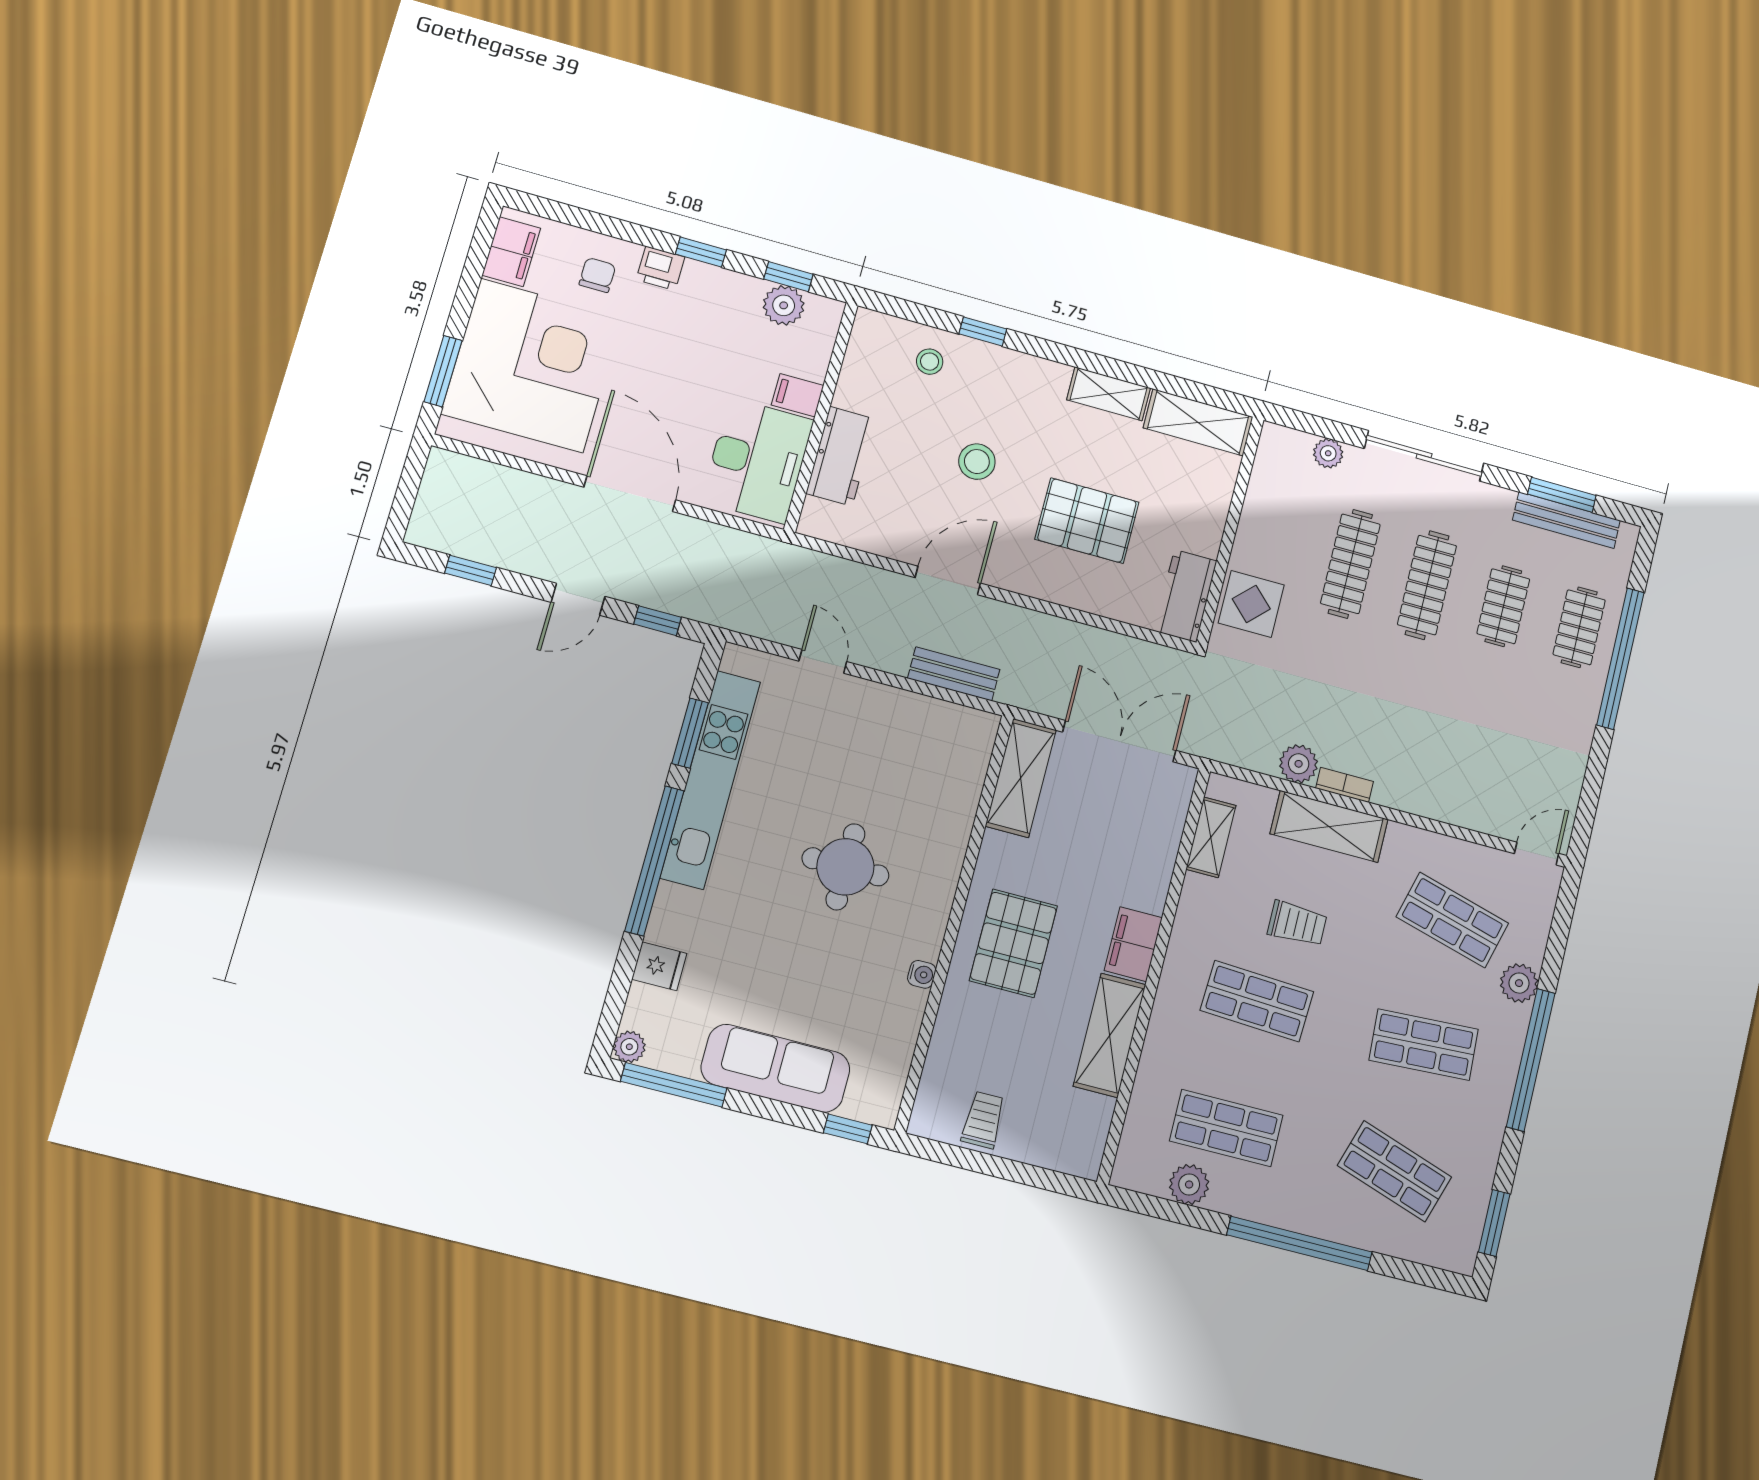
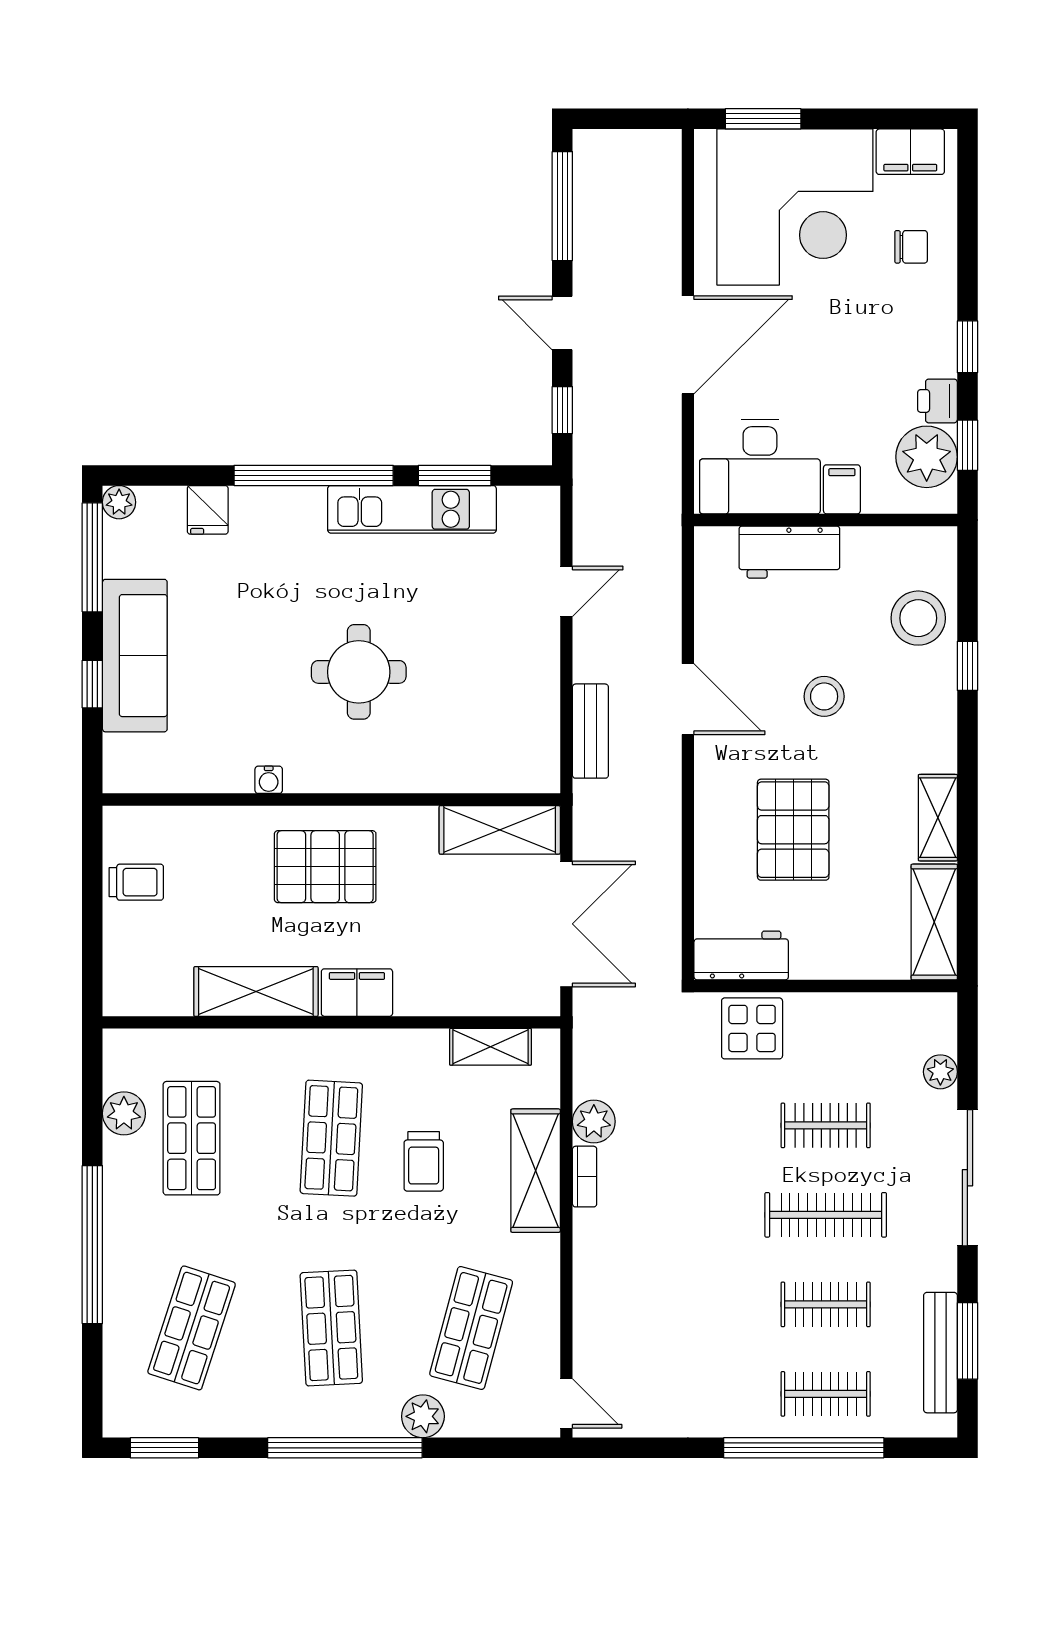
printer: (661, 268) -> (937, 401), moved
plant: (784, 305) -> (927, 457), width x1.36, depth x1.36
stool: (930, 362) -> (918, 618), width x1.89, depth x1.89
clothes rail: (1350, 564) -> (826, 1125), width x0.73
window: (470, 570) -> (562, 206), width x2.17
kitchen unit: (710, 780) -> (412, 509), width x0.73
window: (848, 1129) -> (92, 684), moved

